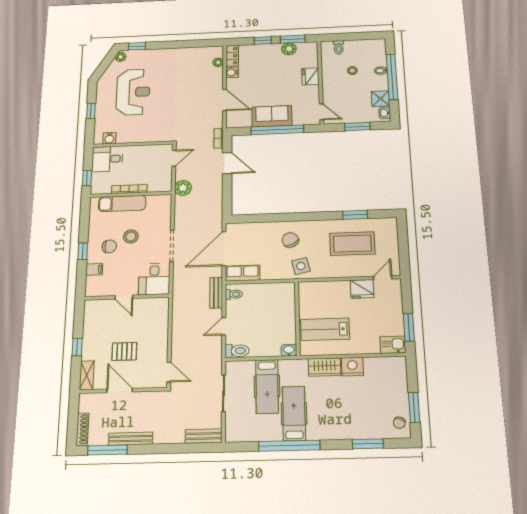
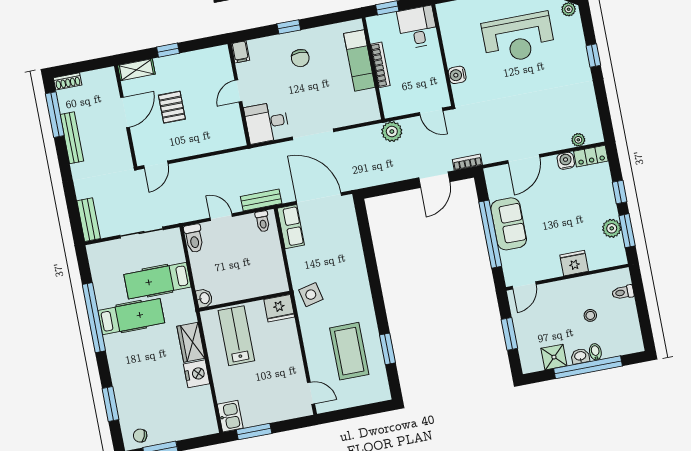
window: (137, 46) -> (593, 55), moved
washbasin: (385, 113) -> (580, 356), moved
water cooler: (109, 138) -> (457, 75), moved
stool: (131, 237) -> (317, 81), removed
chair: (290, 240) -> (343, 276), removed
filing cabinet: (94, 269) -> (240, 52), moved
fridge: (362, 289) -> (279, 308), moved, turned -90
shoe rack: (82, 429) -> (68, 81), width x0.70

